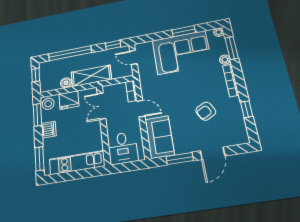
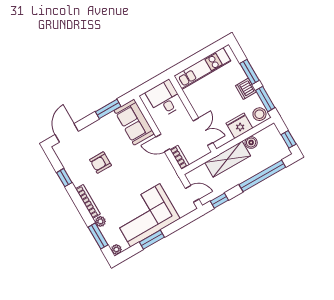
armchair: (206, 111) -> (100, 163), turned -152
door: (213, 153) -> (67, 133), moved
window: (39, 159) -> (250, 72), moved

